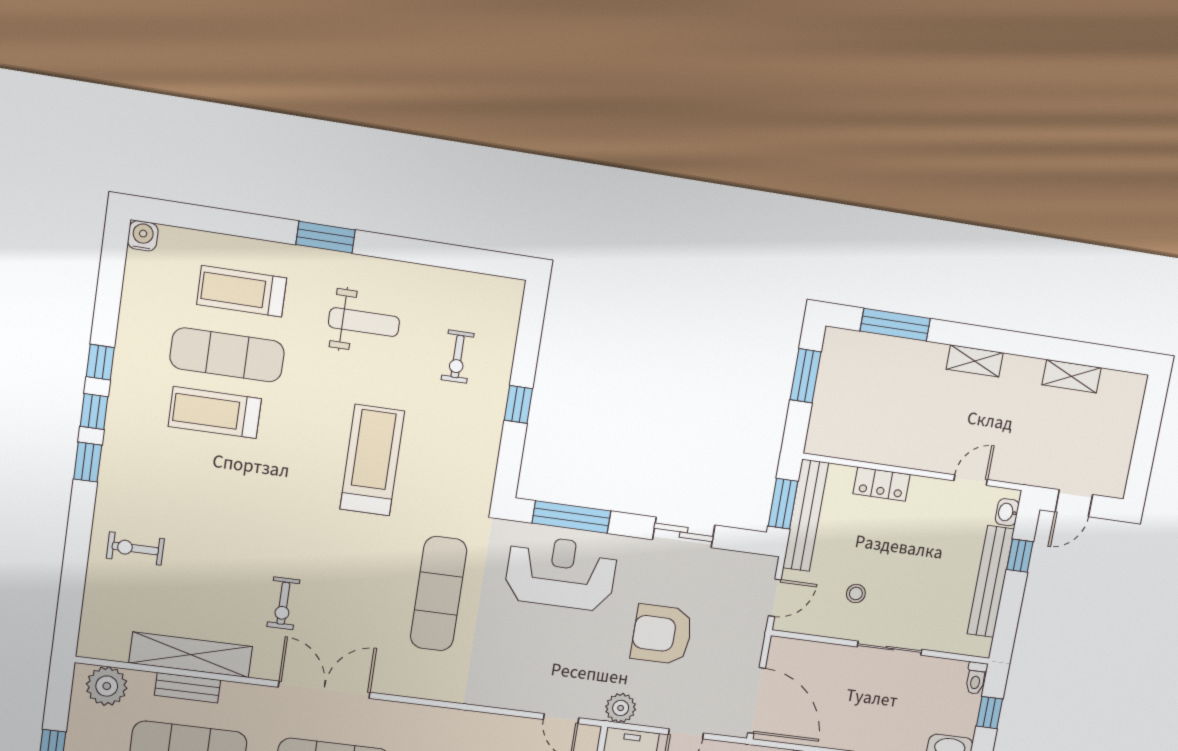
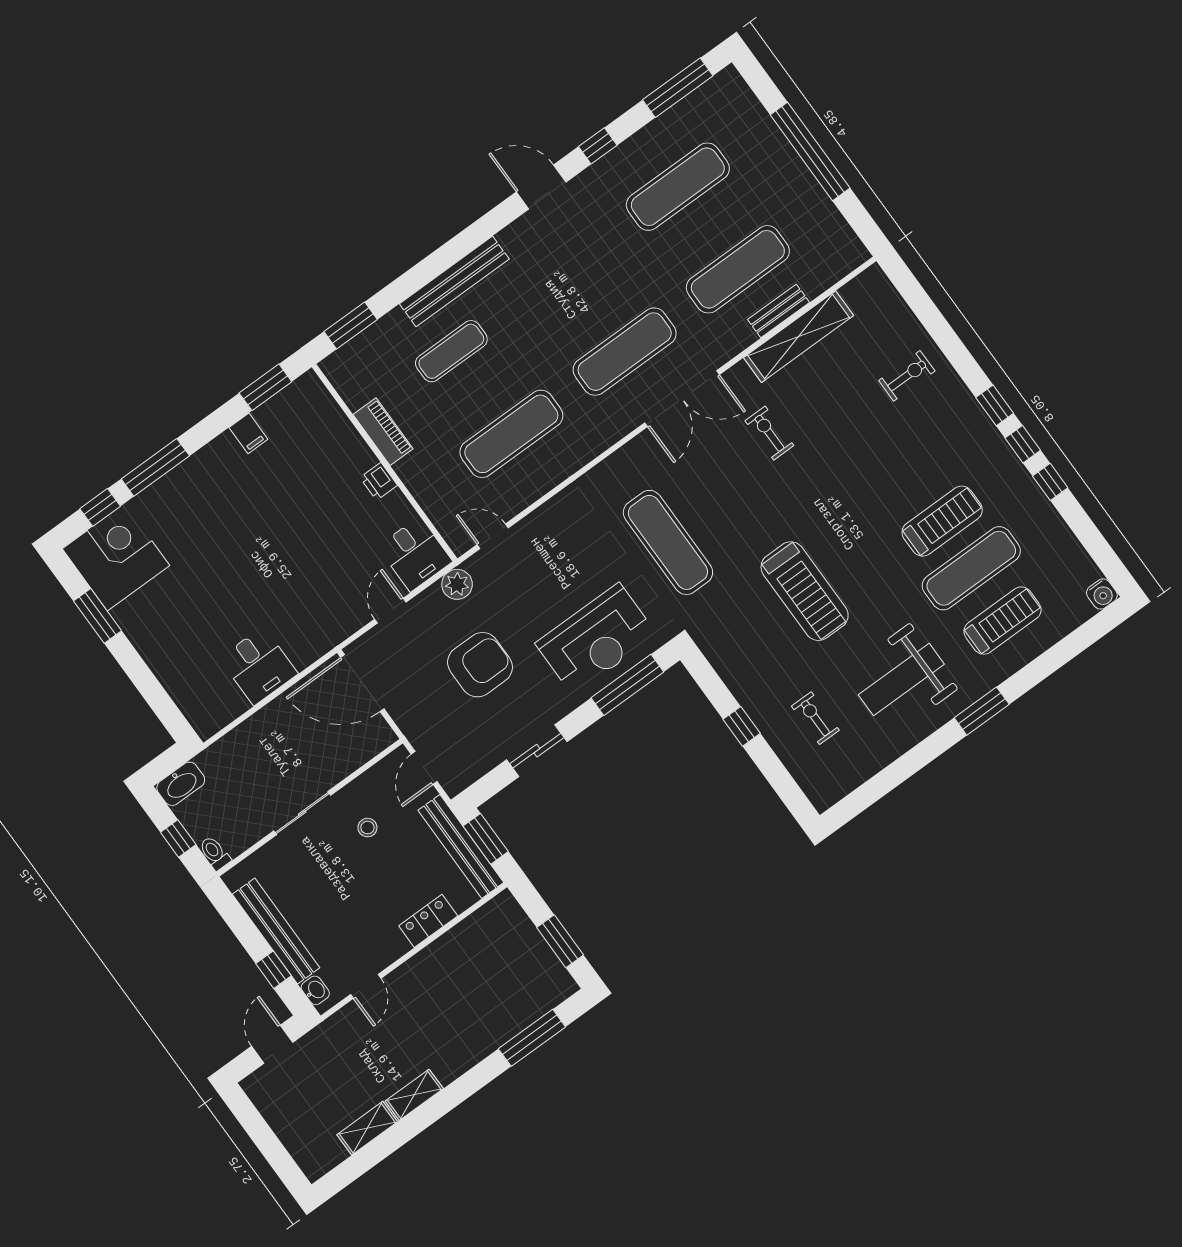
weight bench: (364, 322) -> (901, 680), width x1.36, depth x1.33
shelving: (975, 361) -> (414, 1095), moved
plant: (107, 686) -> (835, 260), removed

